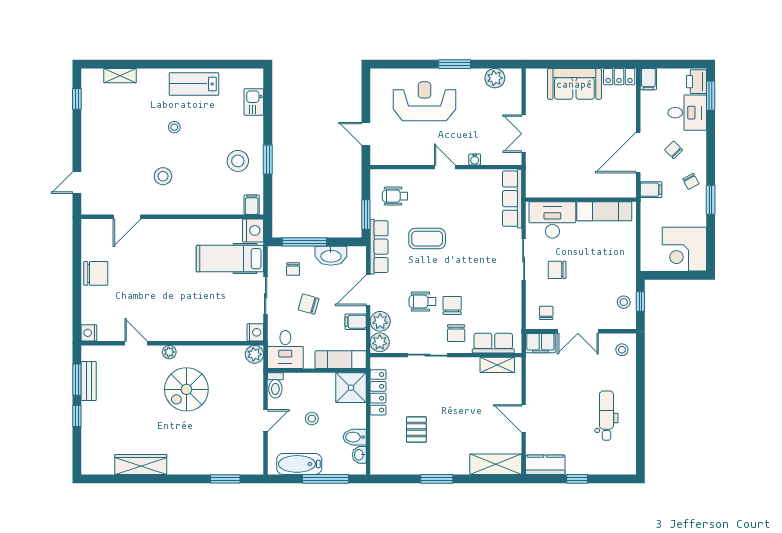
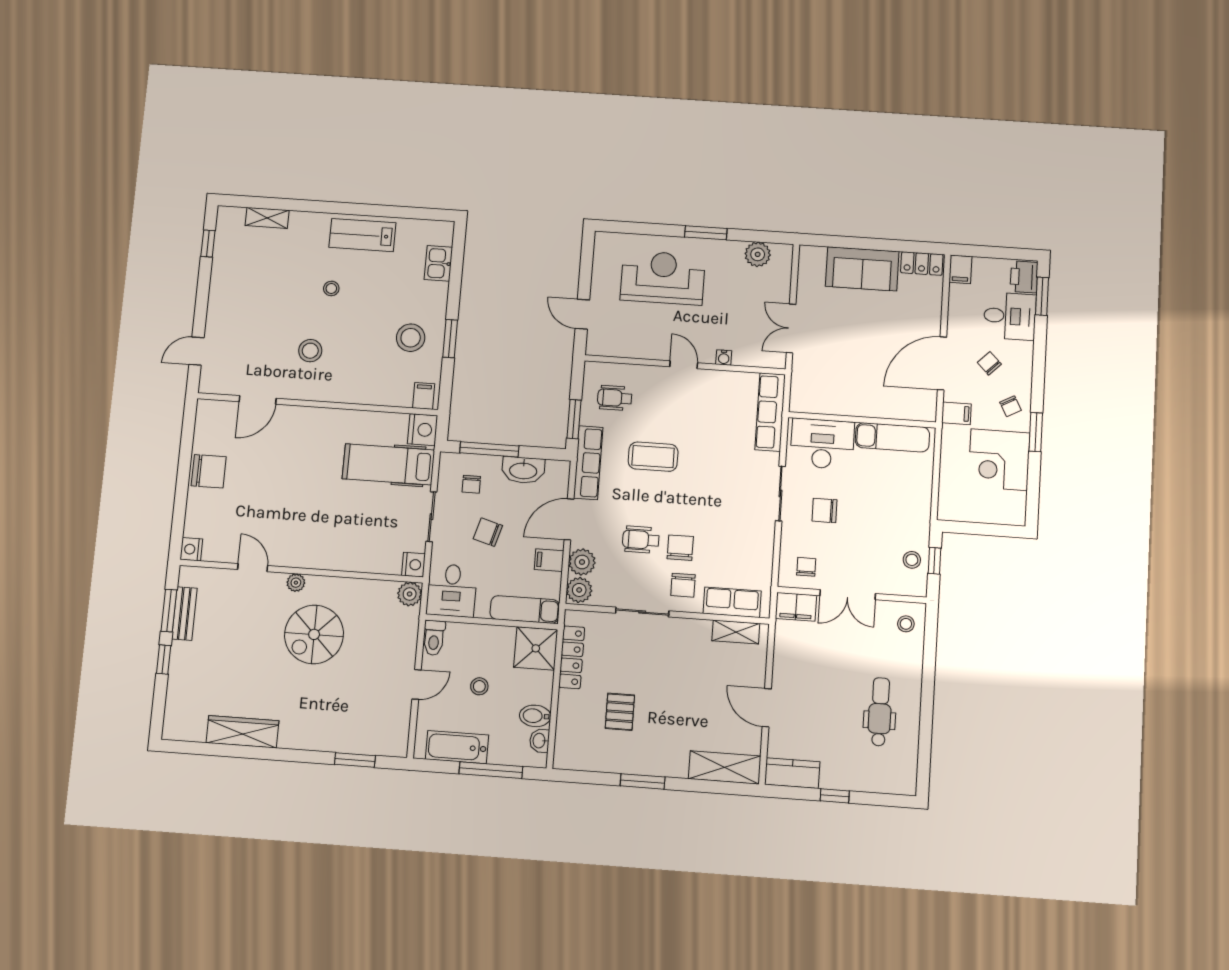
corner desk: (684, 249) -> (999, 460), moved

